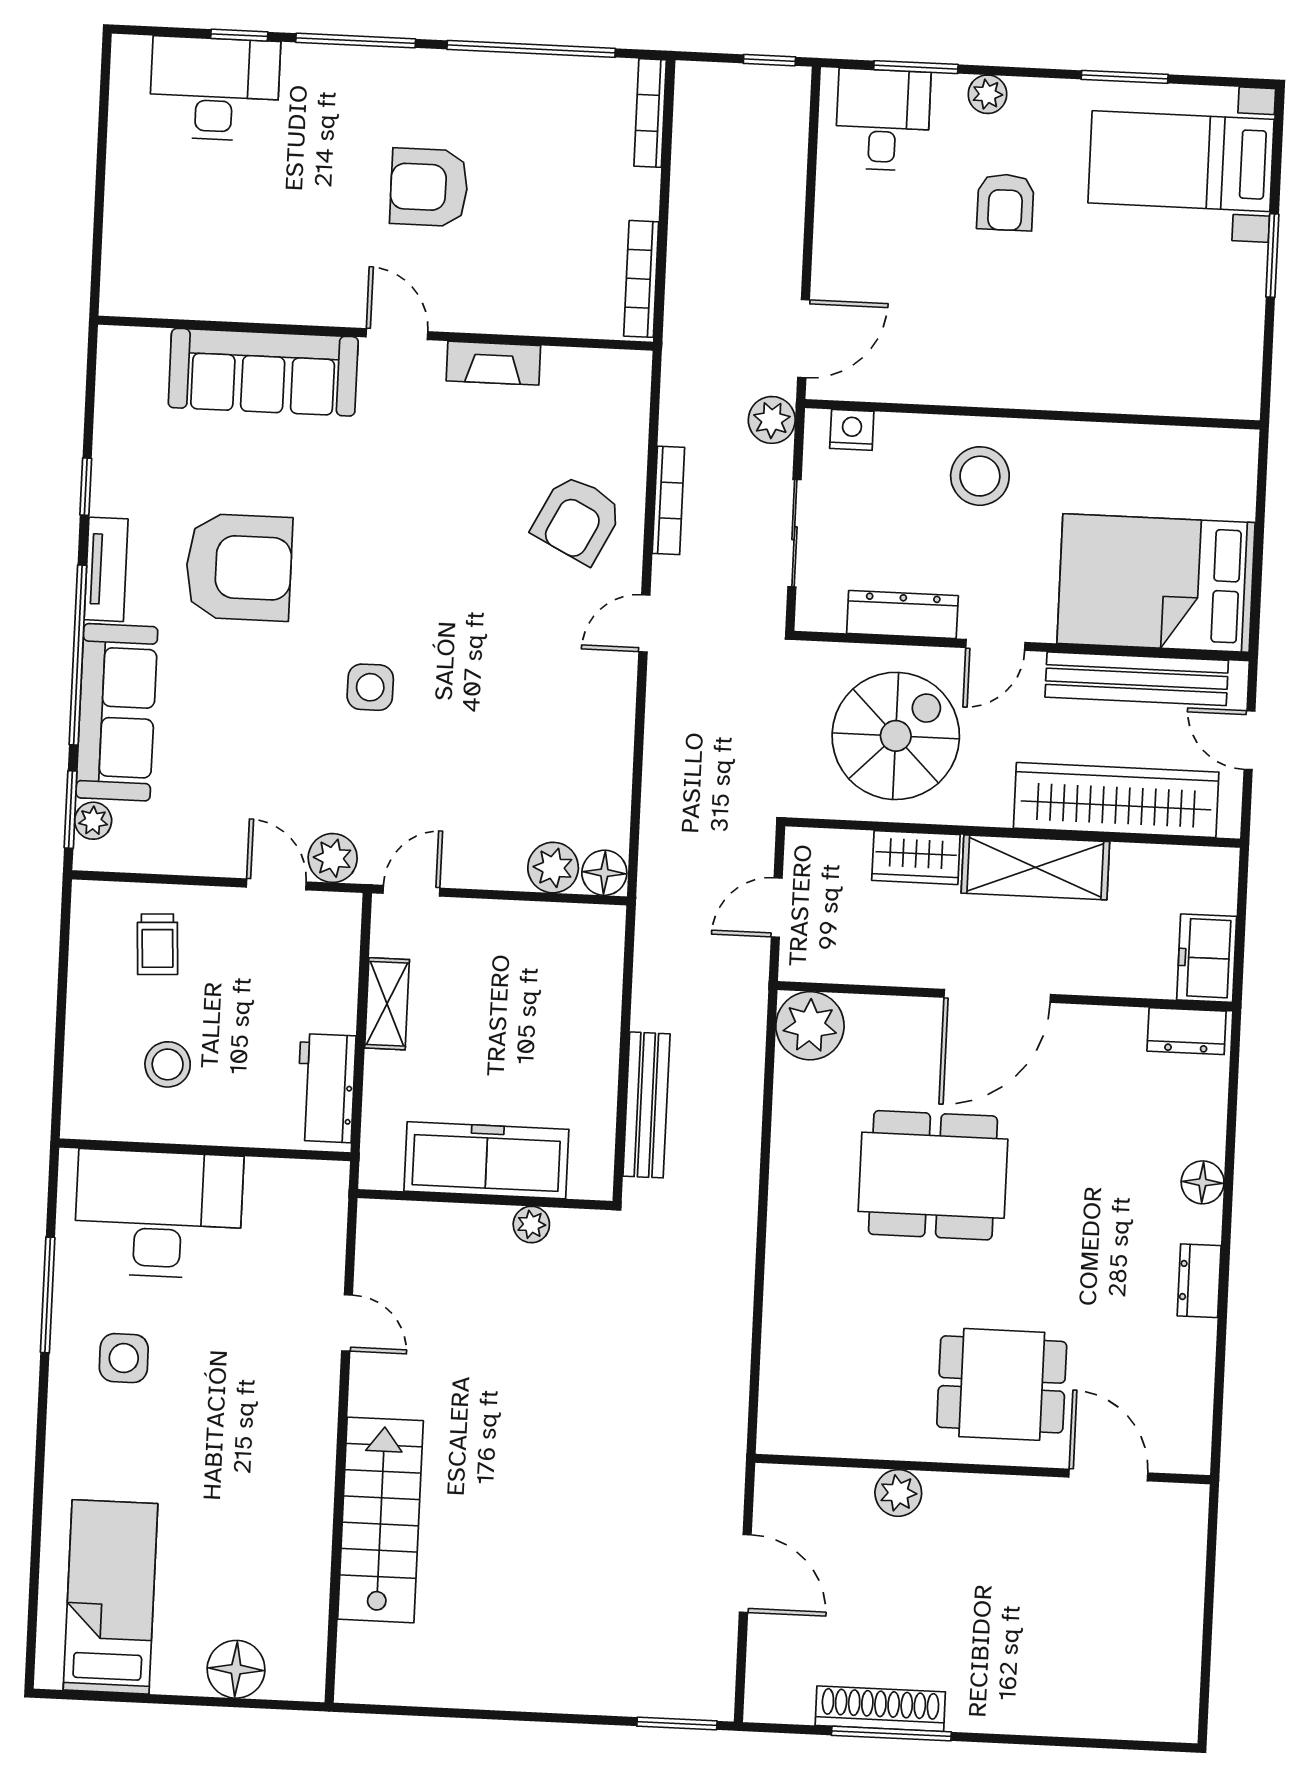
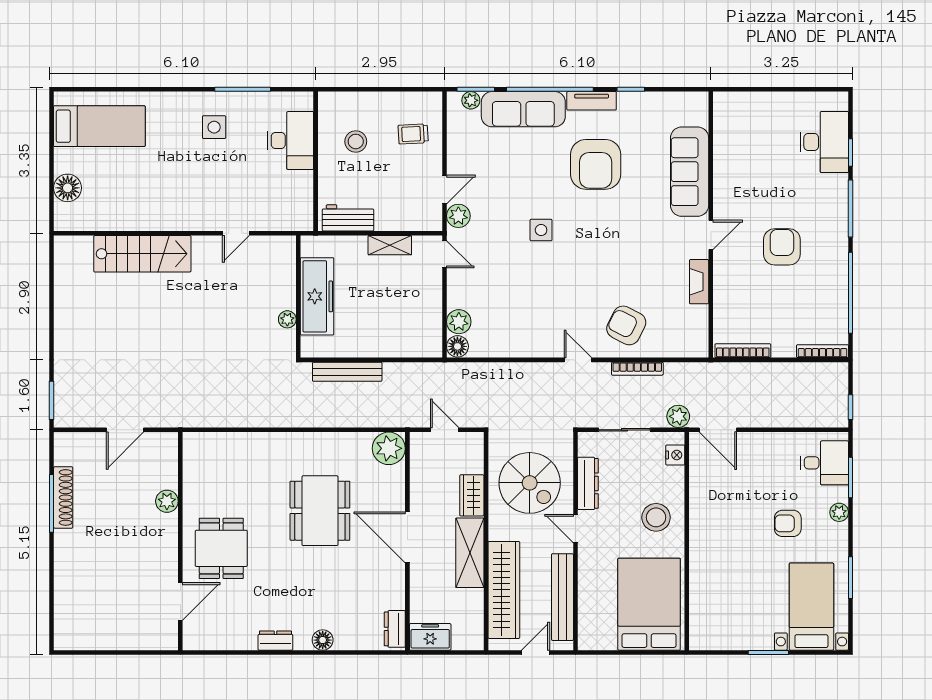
bed: (1156, 583) -> (649, 604), moved
desk: (158, 1214) -> (291, 140), width x0.73, depth x0.77

